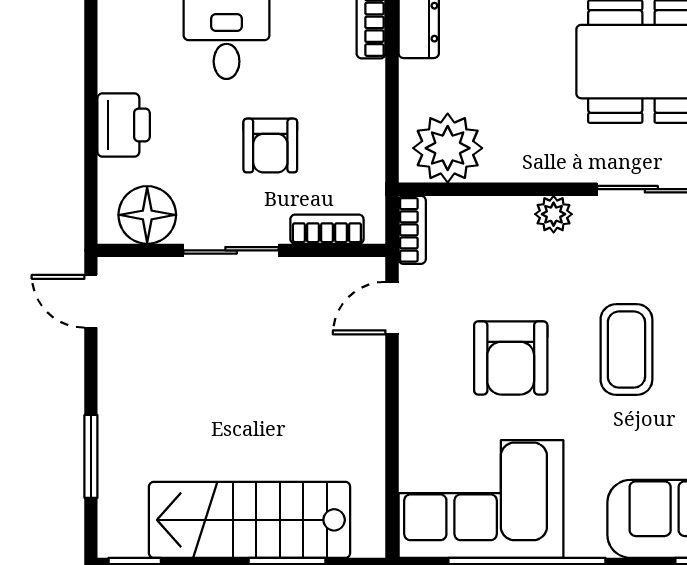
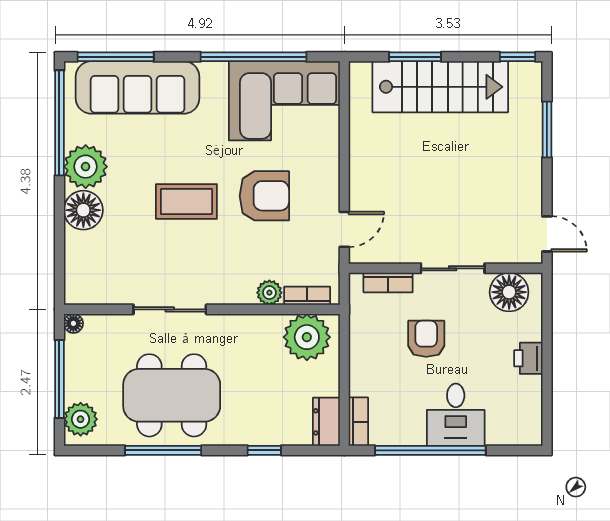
printer: (124, 125) -> (528, 358), width x0.73, depth x0.81
plant: (554, 214) -> (269, 293), moved
bookcase: (412, 230) -> (307, 296), moved, turned 90
coffee table: (626, 350) -> (186, 201), turned 90
armchair: (511, 358) -> (264, 196), turned 90

